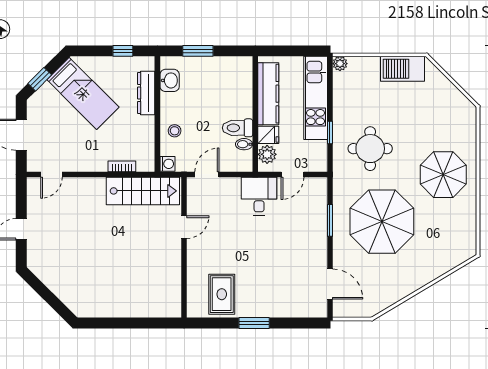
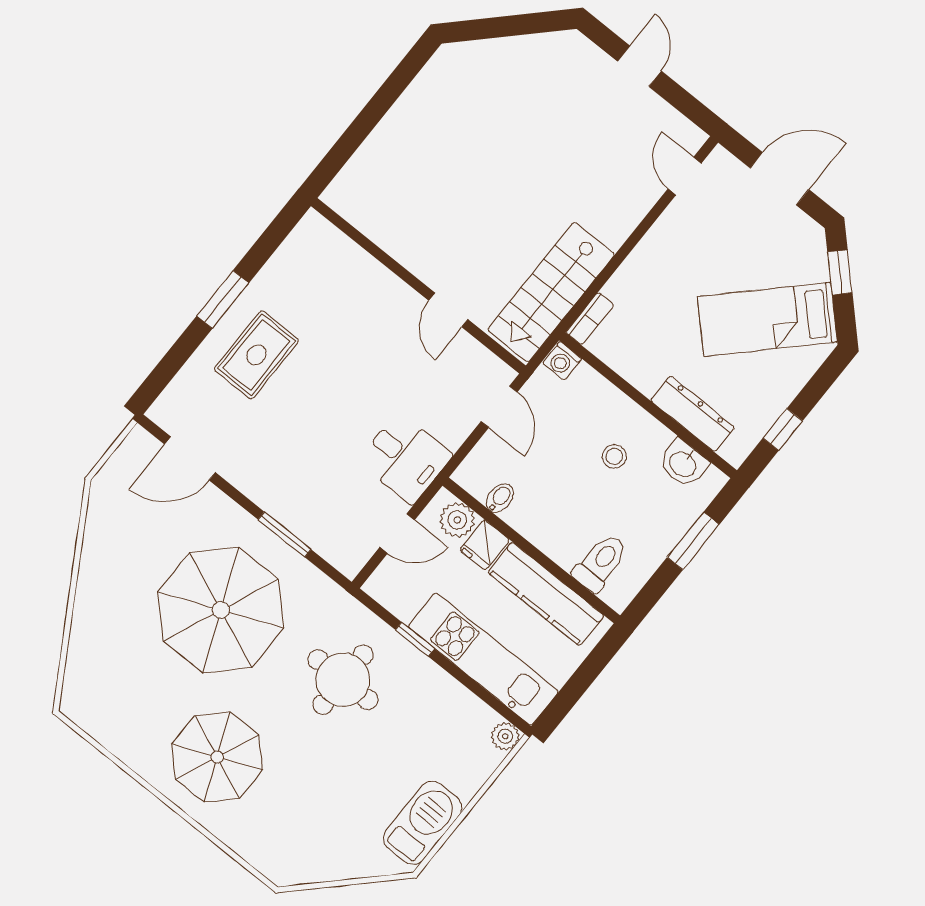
toilet: (238, 128) -> (600, 563), moved
stool: (175, 131) -> (614, 456), moved
bookcase: (122, 166) -> (590, 319), moved
door: (292, 174) -> (397, 534), swing flipped
rug: (222, 294) -> (256, 355), moved, turned 90

